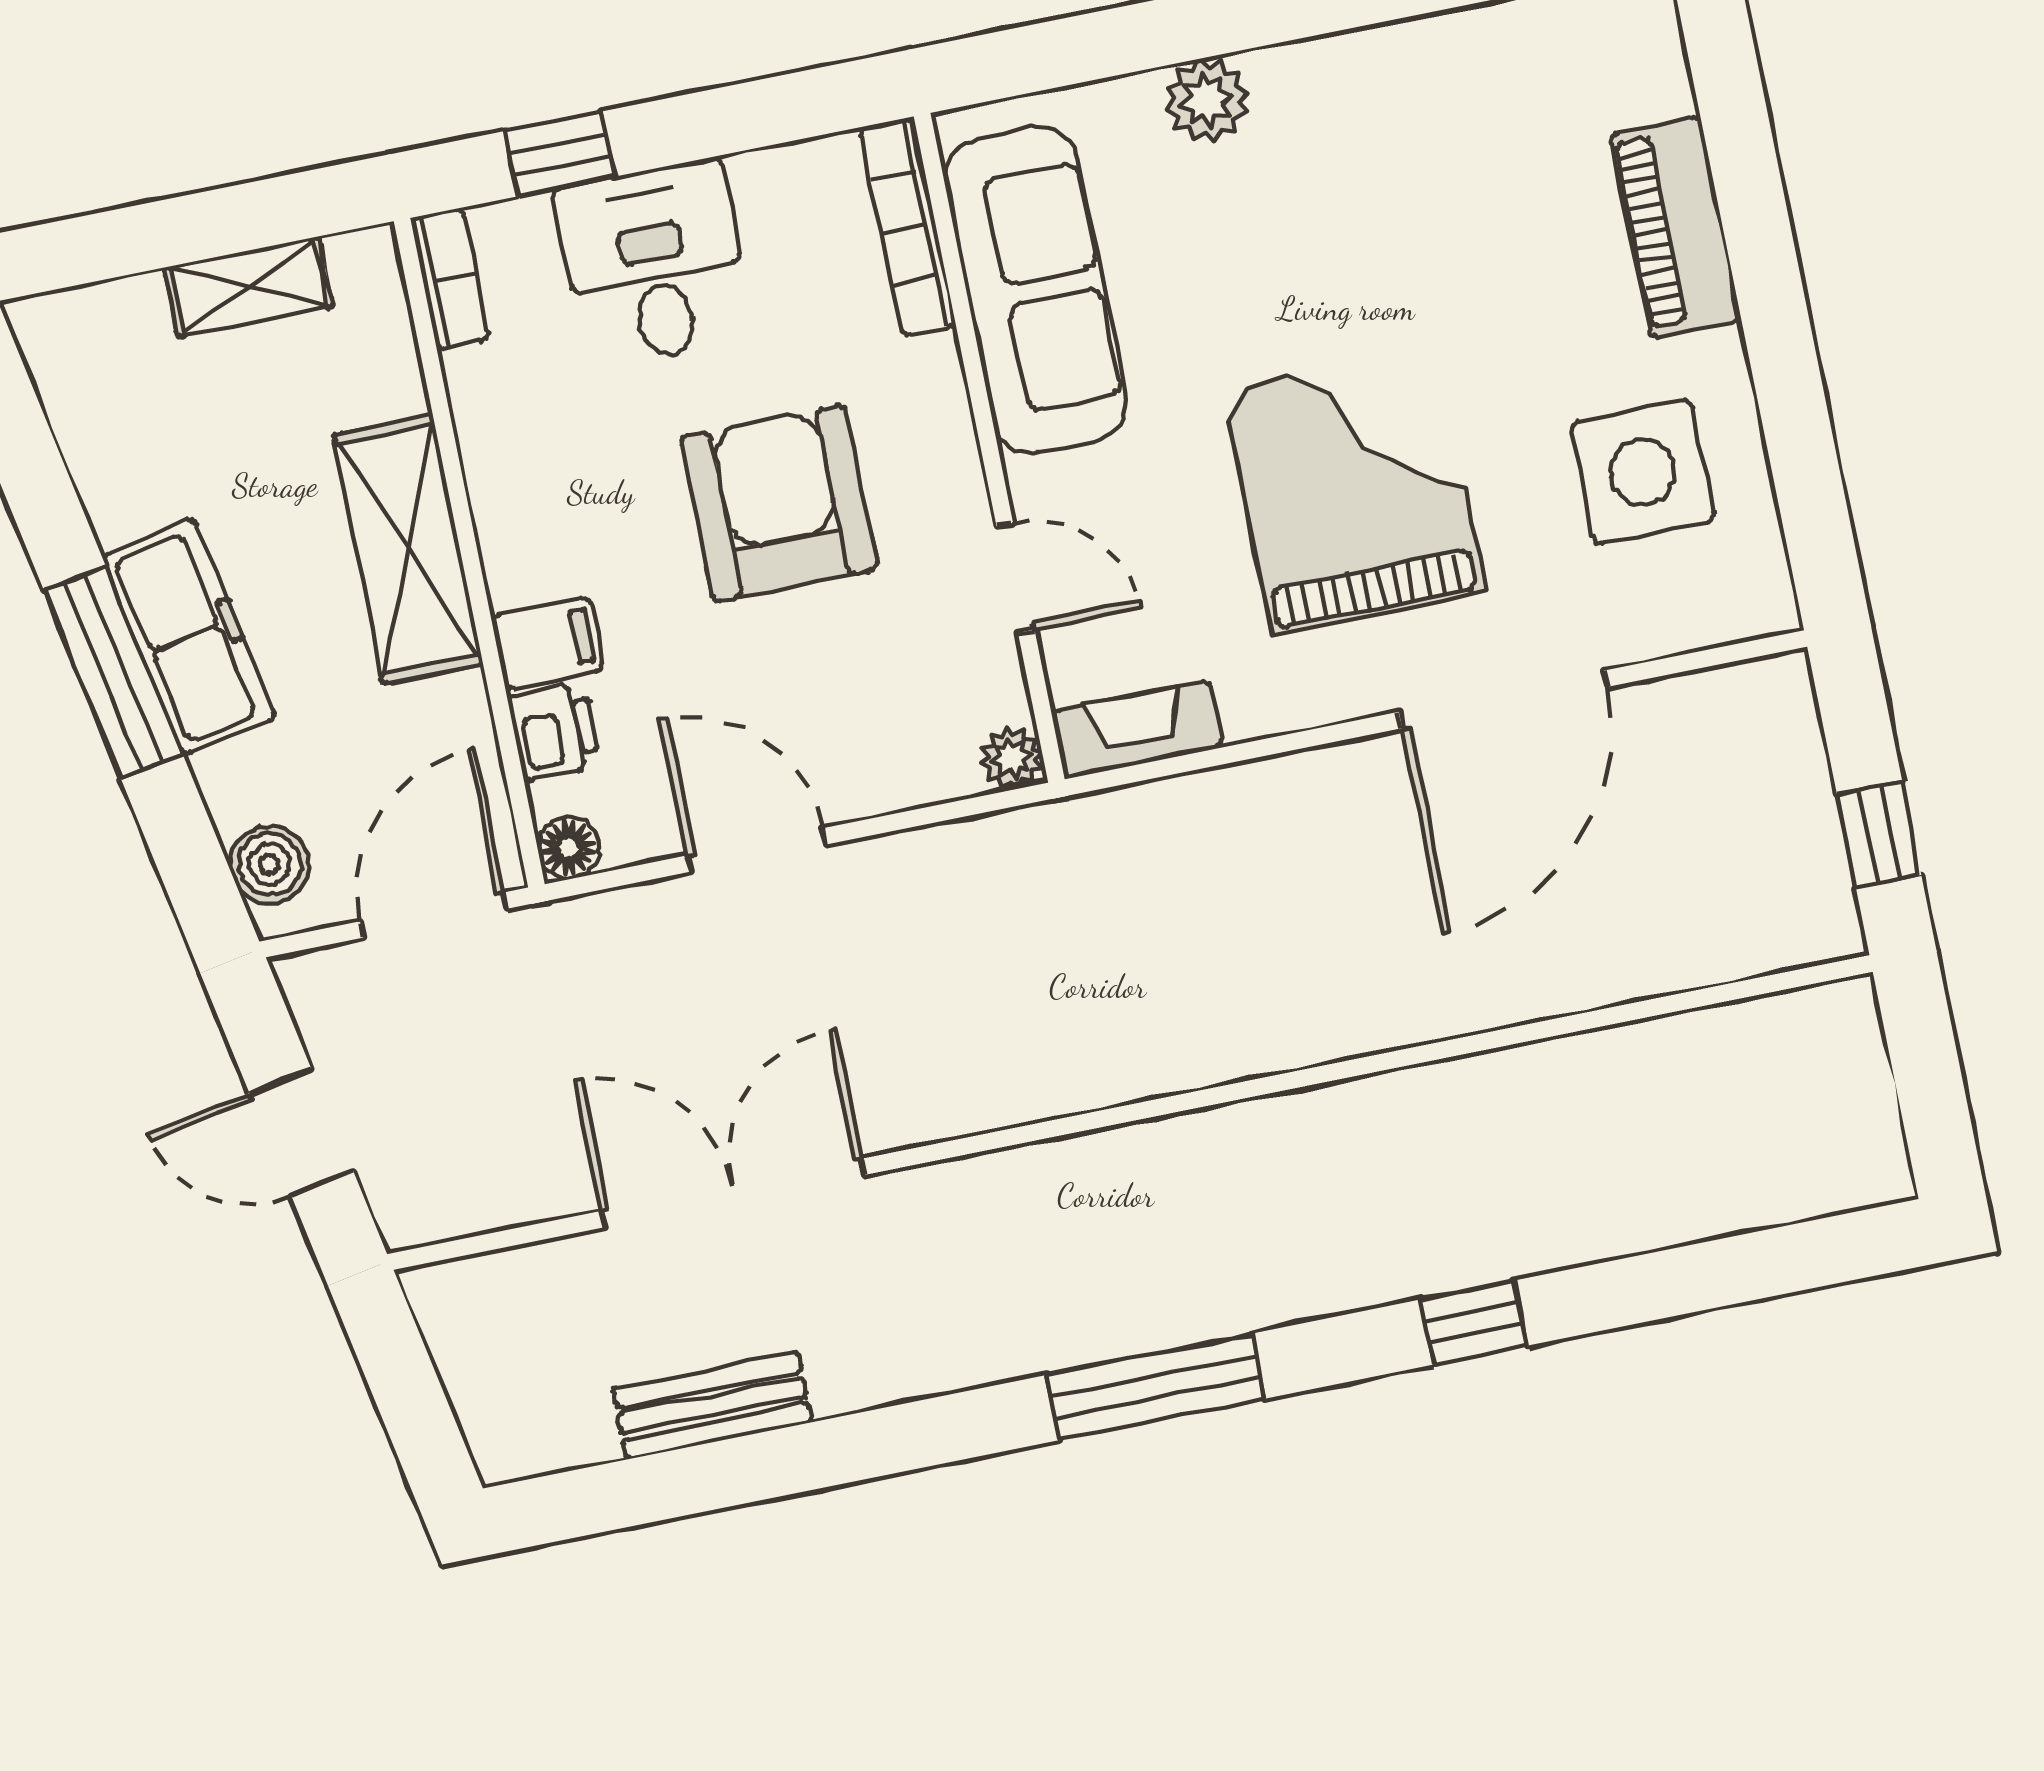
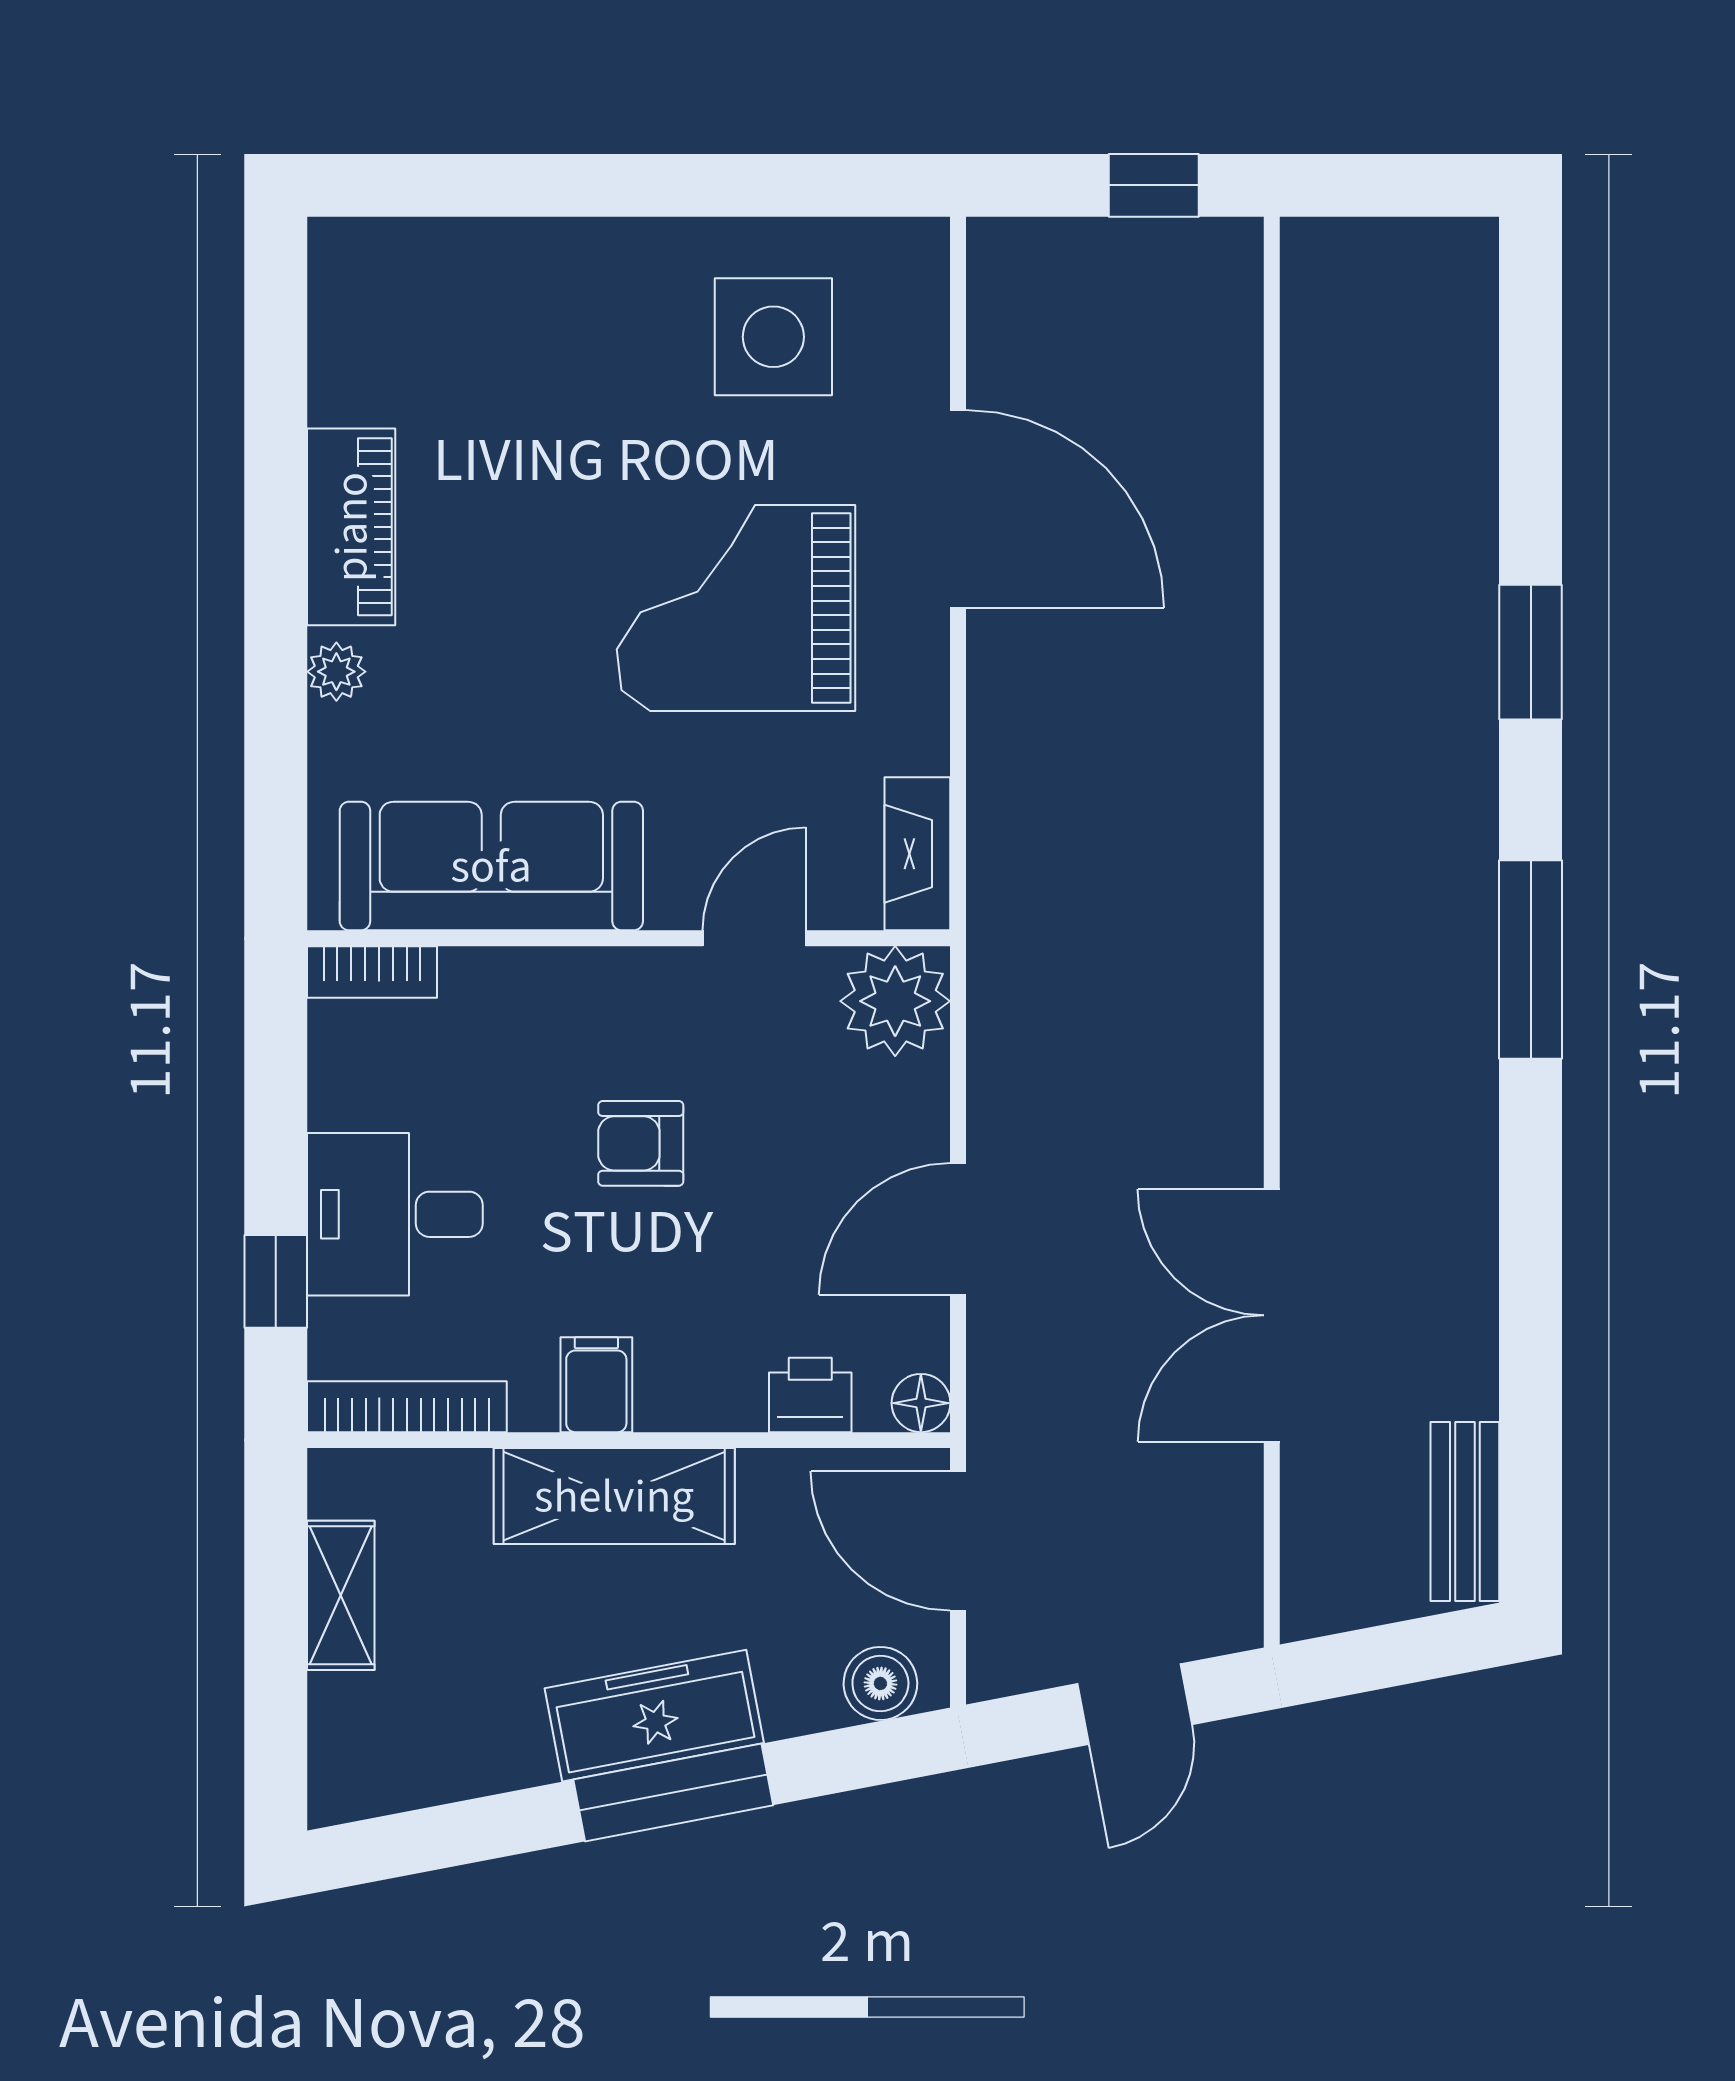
plant: (1207, 101) -> (336, 672), width x0.73, depth x0.73
bookcase: (908, 227) -> (372, 972), width x0.64
piano: (1675, 228) -> (351, 527), moved, turned -90
bookcase: (450, 279) -> (407, 1407), width x1.56
armchair: (779, 503) -> (641, 1143), width x0.53, depth x0.53
filing cabinet: (547, 643) -> (596, 1385), moved
plant: (1012, 758) -> (895, 1001), width x1.88, depth x1.88
window: (1474, 1323) -> (1531, 652), width x1.50
bench: (712, 1406) -> (1465, 1512), moved

